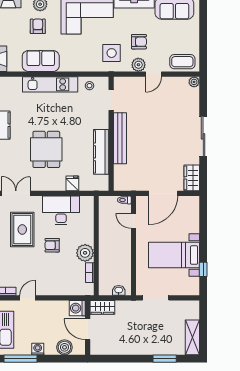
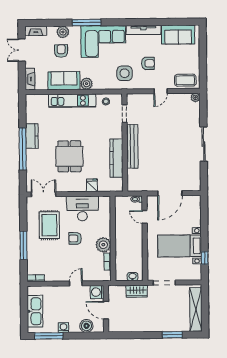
plant: (138, 65) -> (87, 84), moved
wardrobe: (192, 178) -> (194, 180), removed
door: (27, 298) -> (76, 283), moved
wardrobe: (102, 307) -> (137, 291), moved
shelving: (192, 337) -> (196, 309), width x1.47

